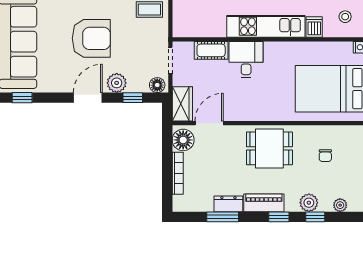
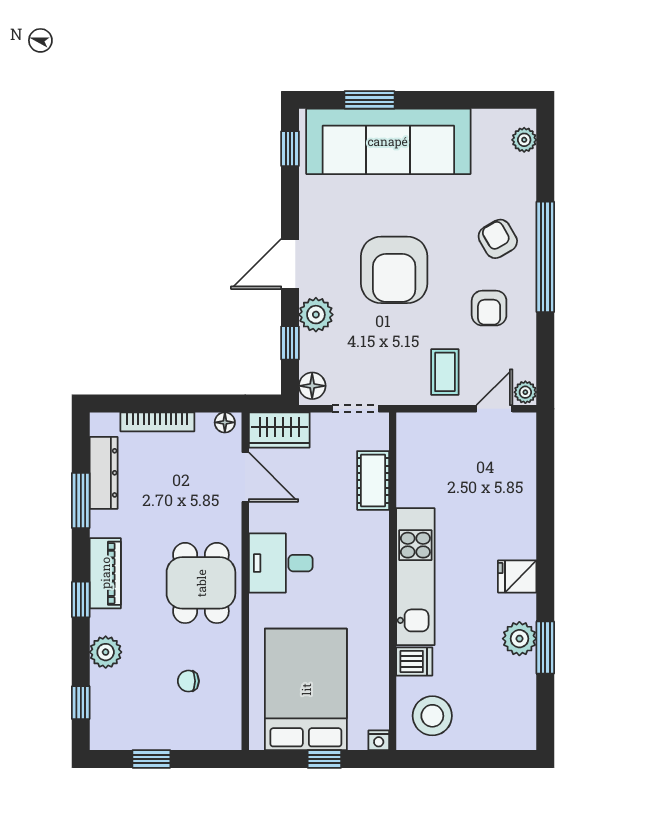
stool: (345, 17) -> (432, 716), width x1.89, depth x1.89
desk: (246, 59) -> (281, 563), moved, turned 180
door: (88, 98) -> (290, 264), swing flipped
floor lamp: (183, 140) -> (225, 422), width x0.53, depth x0.53
dresser: (228, 204) -> (104, 473), moved, width x1.44
plant: (340, 205) -> (101, 707), removed
window: (315, 217) -> (81, 703), moved

